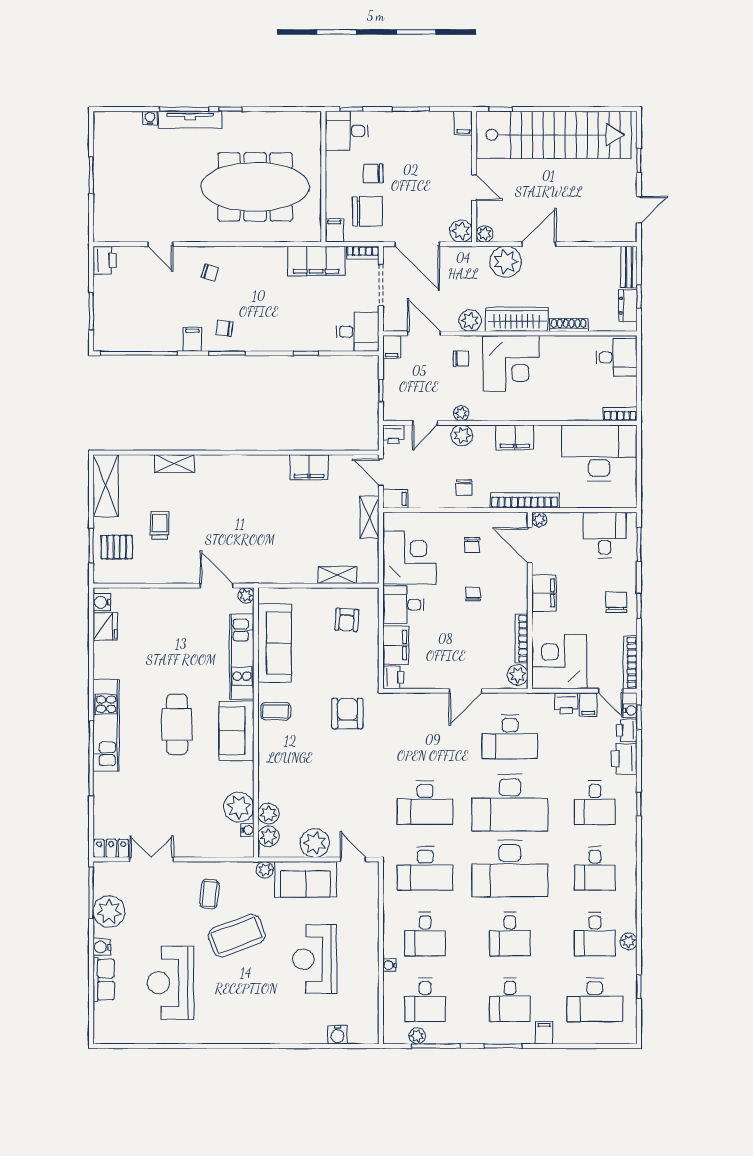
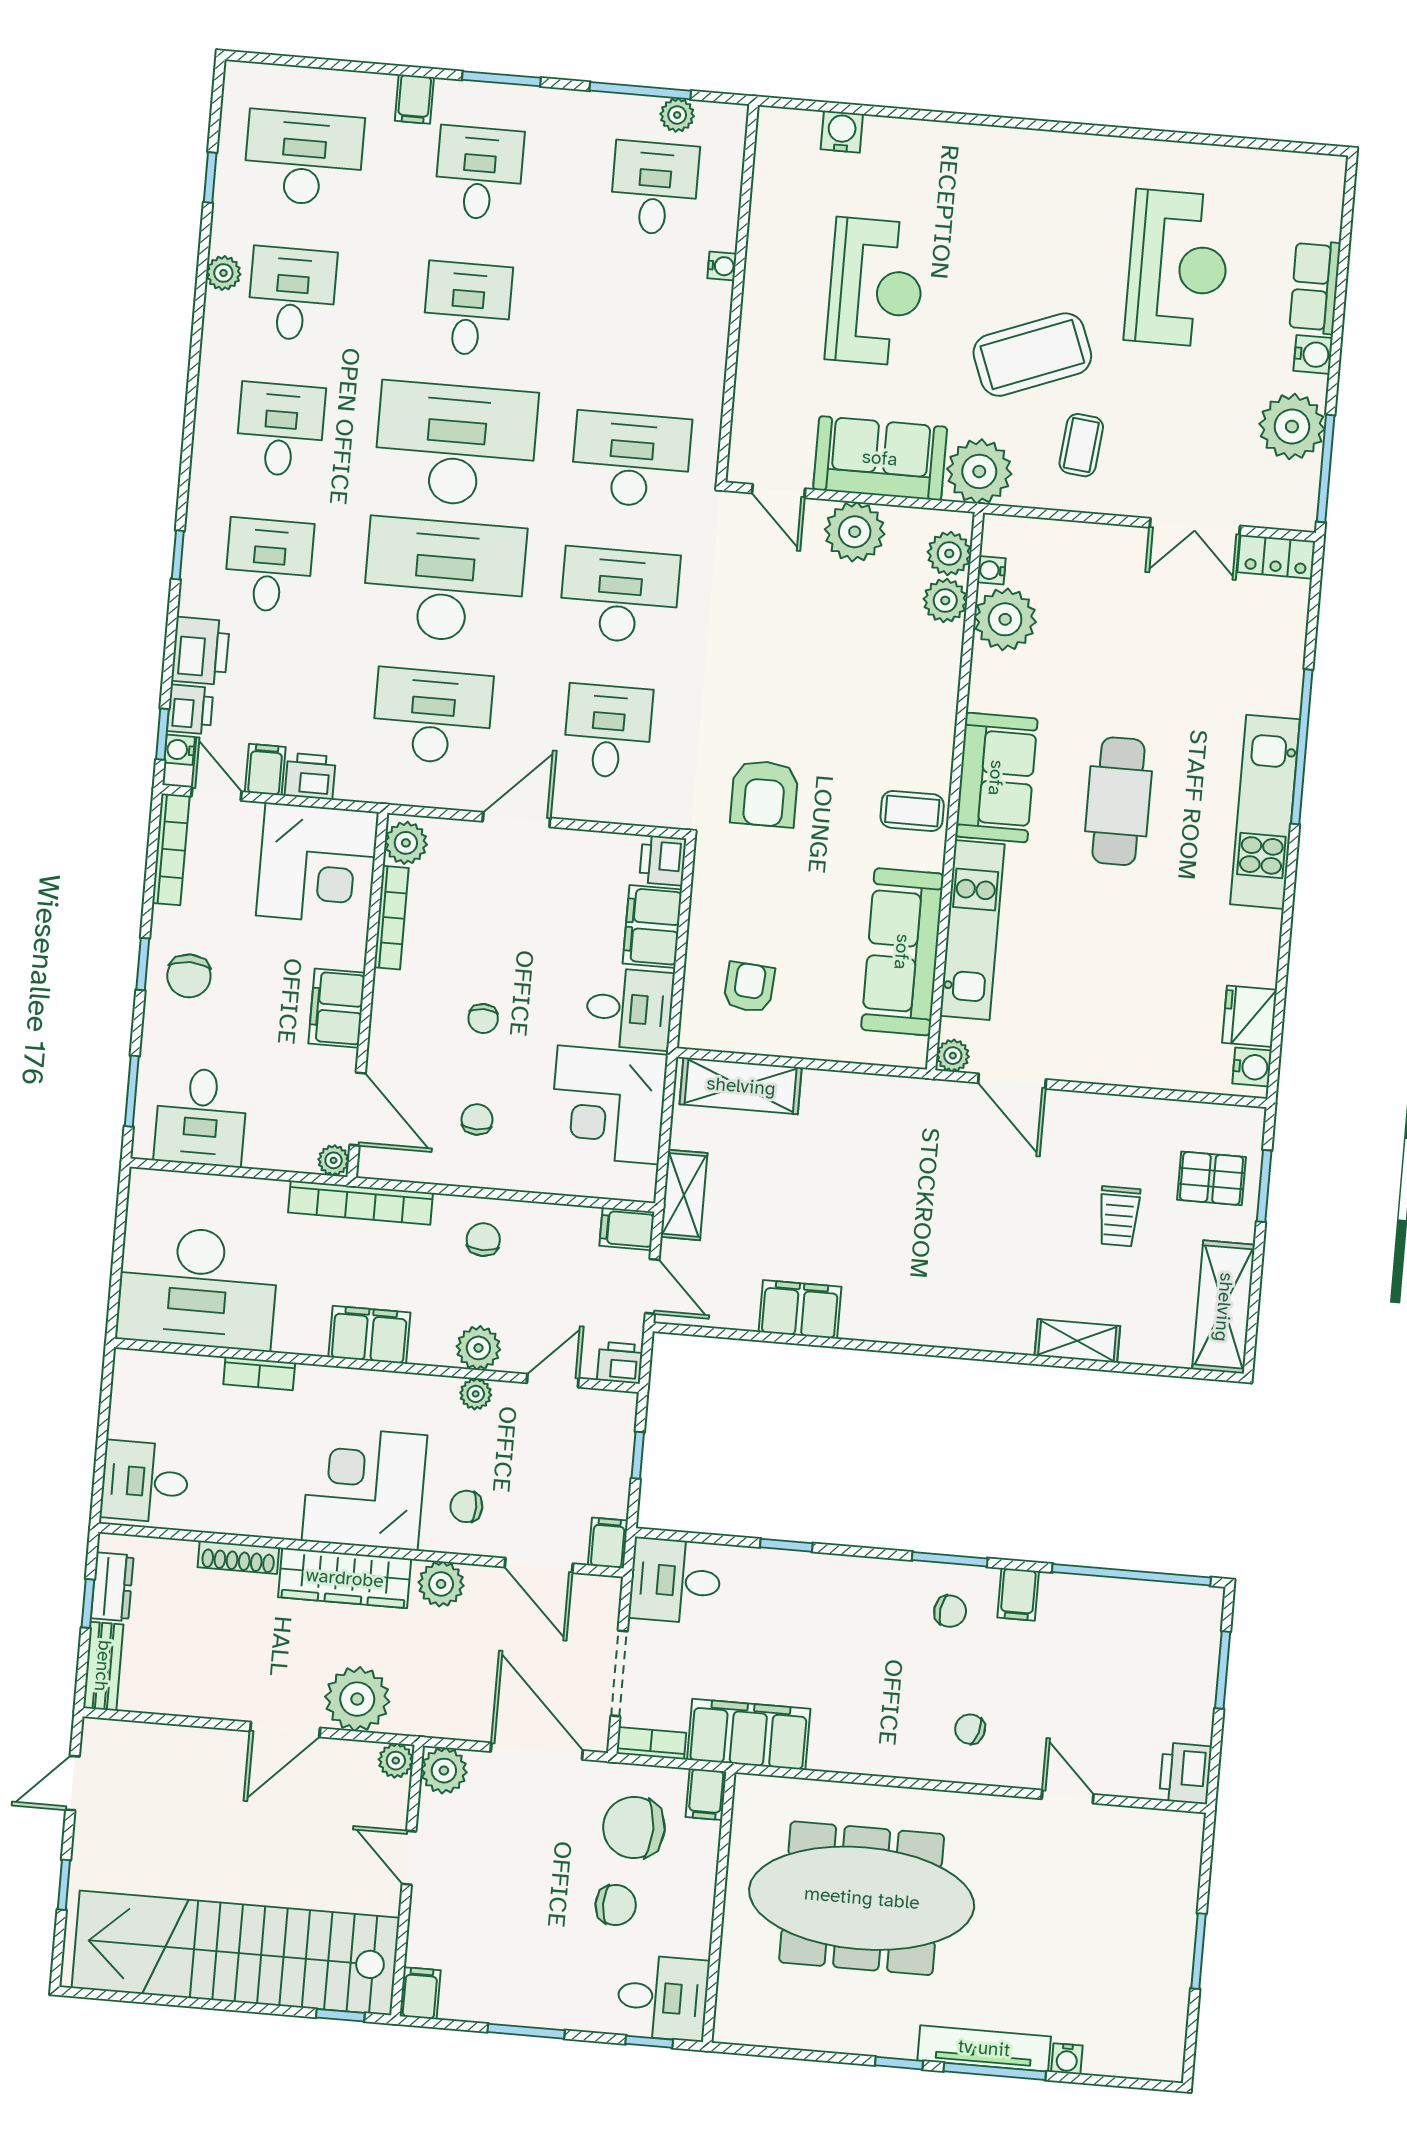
bookcase: (620, 414) -> (259, 1374), moved
shelving: (337, 575) -> (741, 1086), width x1.50, depth x1.33
plant: (265, 870) -> (979, 471), width x1.88, depth x1.88
desk: (425, 934) -> (608, 731), moved

